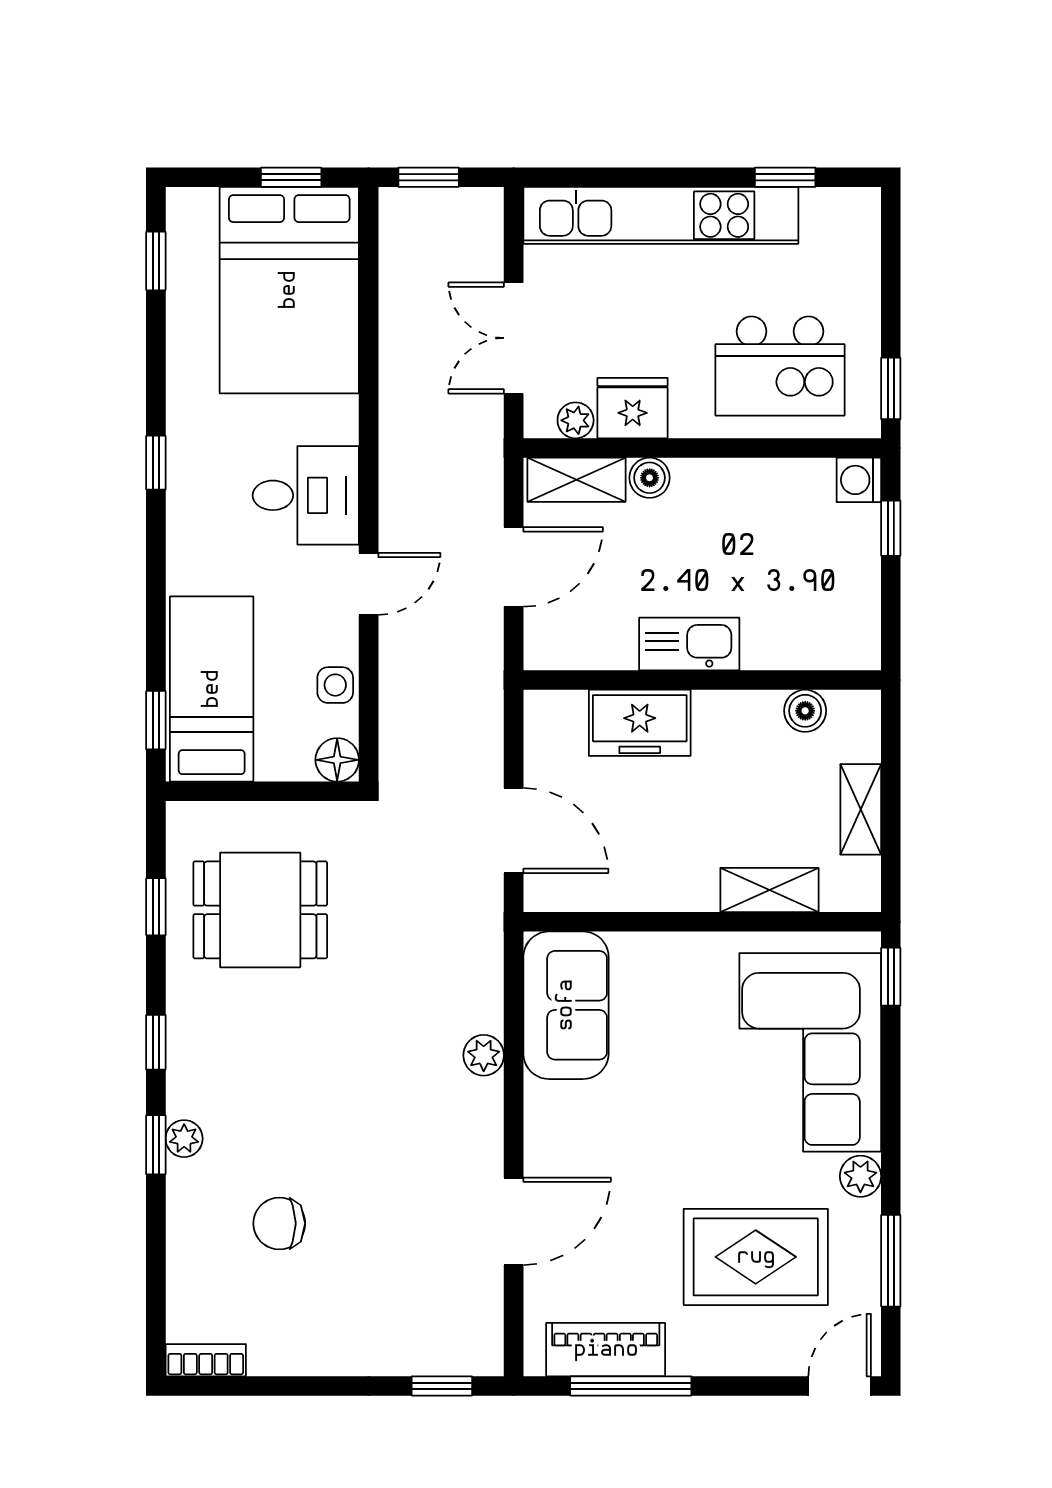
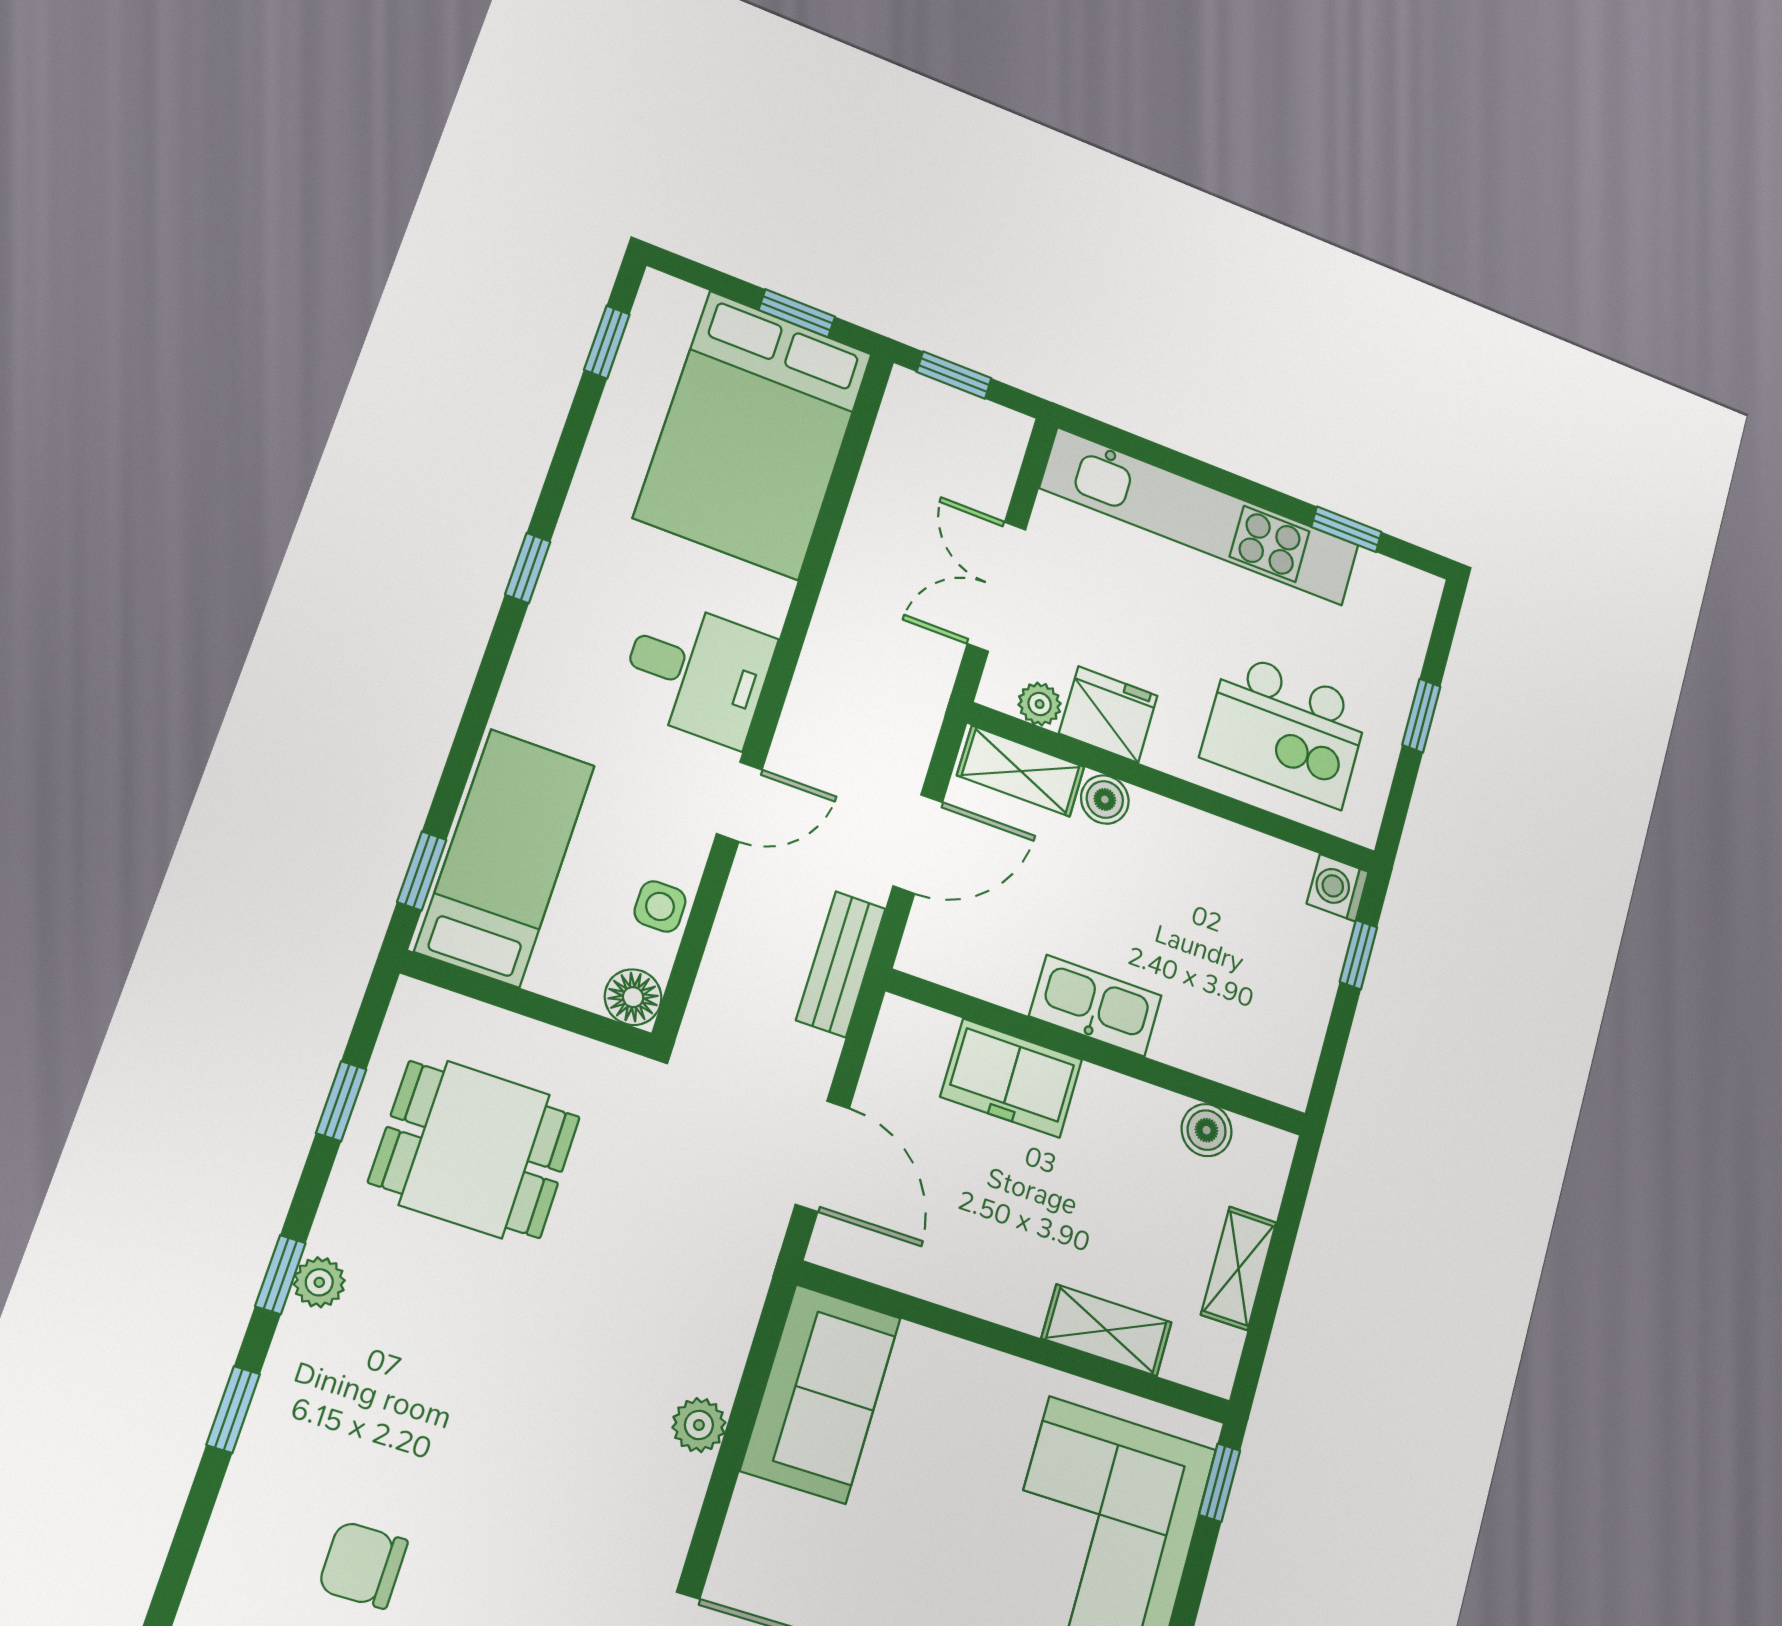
window: (891, 388) -> (1421, 716), moved
bench: (483, 681) -> (841, 964), added
plant: (184, 1139) -> (319, 1282), moved

